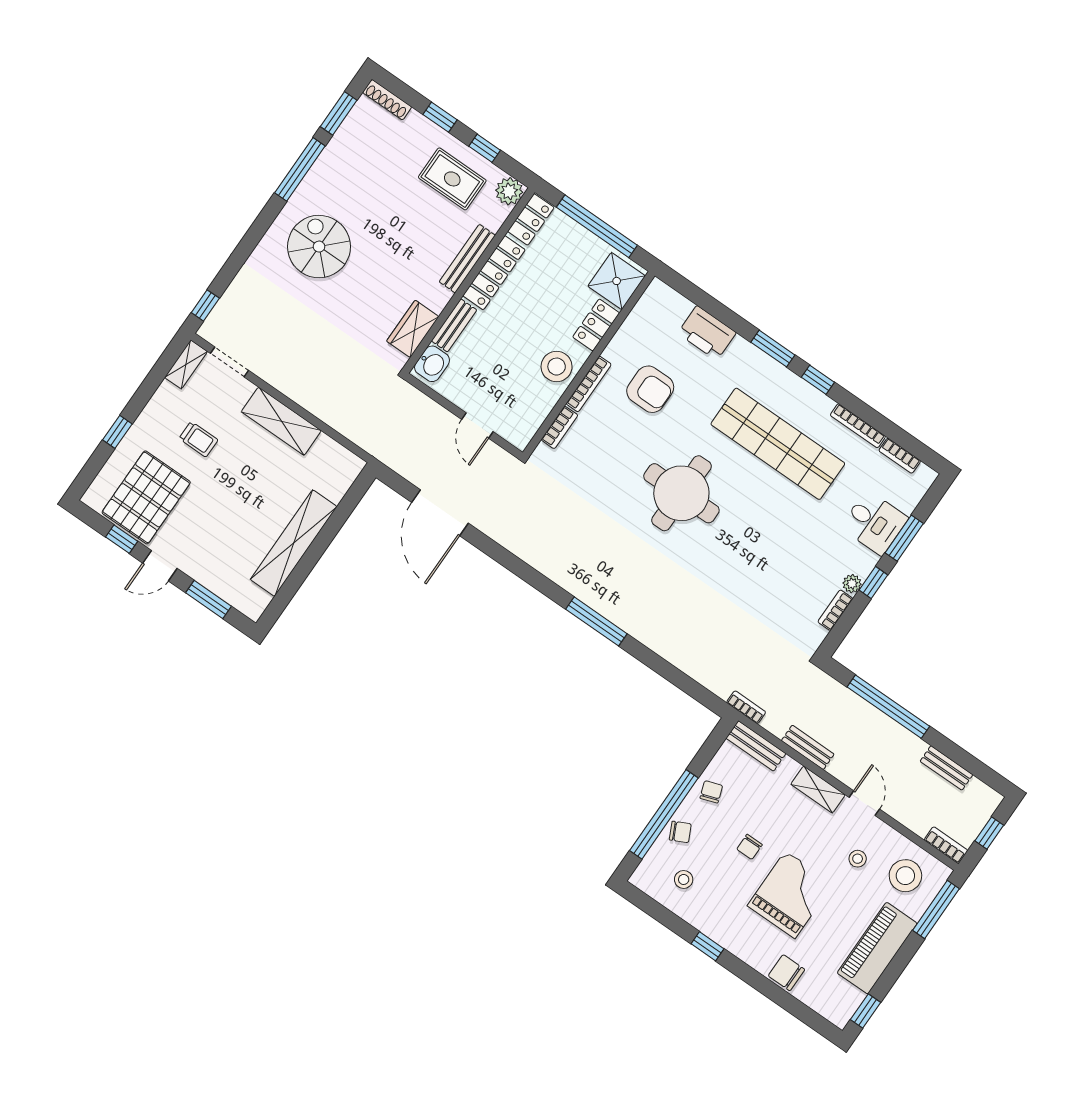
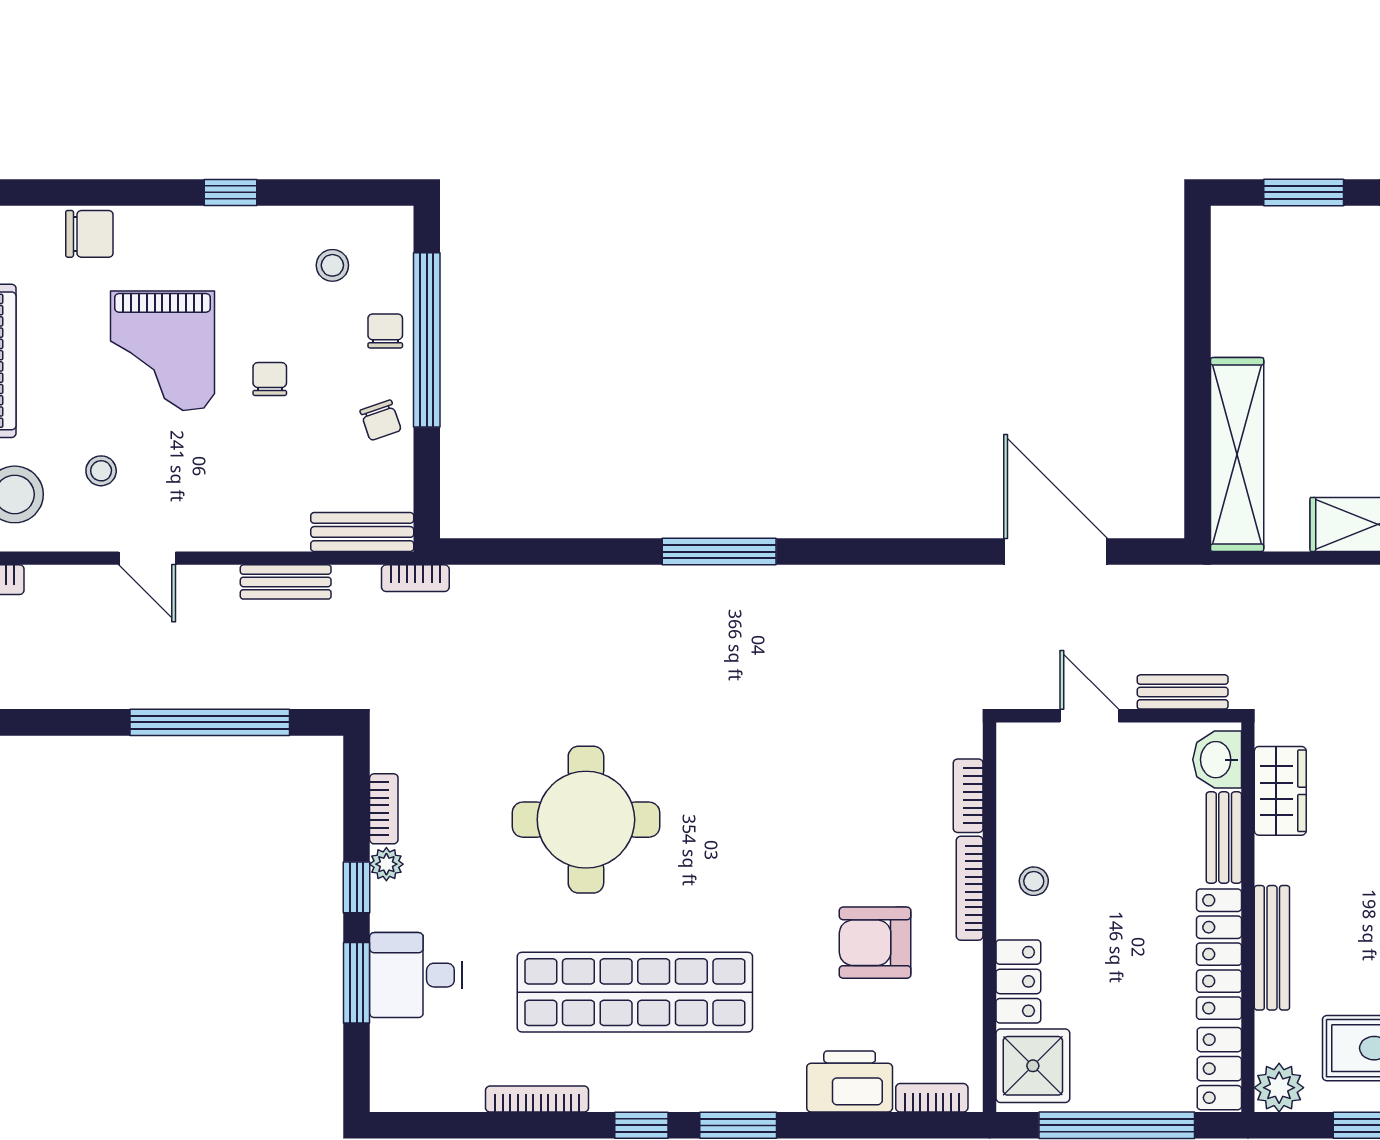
stool: (557, 367) -> (1034, 881), width x0.53, depth x0.53
bookcase: (900, 456) -> (932, 1098), moved
round table: (681, 493) -> (586, 820), moved
shelving: (294, 543) -> (1237, 454), moved
bench: (946, 768) -> (1183, 692), moved
shelving: (818, 789) -> (228, 531), removed
chair: (680, 832) -> (385, 331), turned 116

